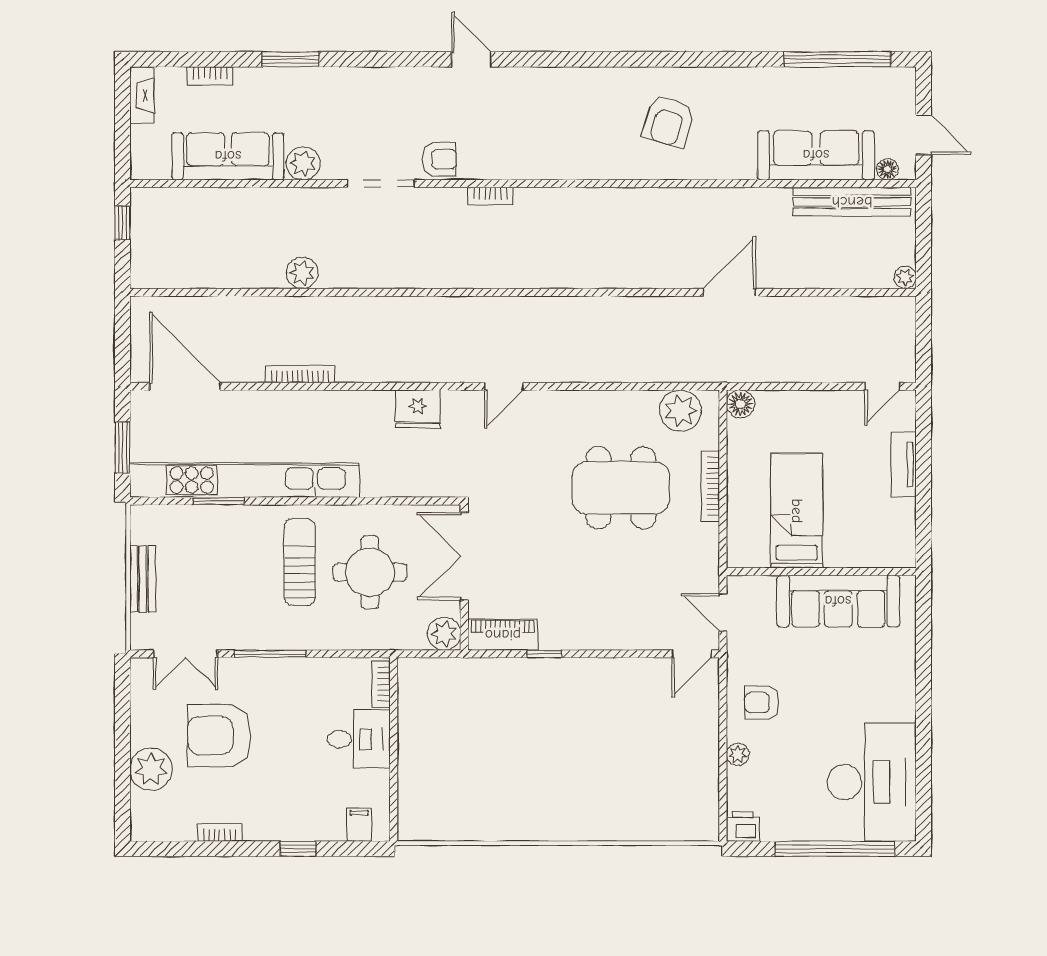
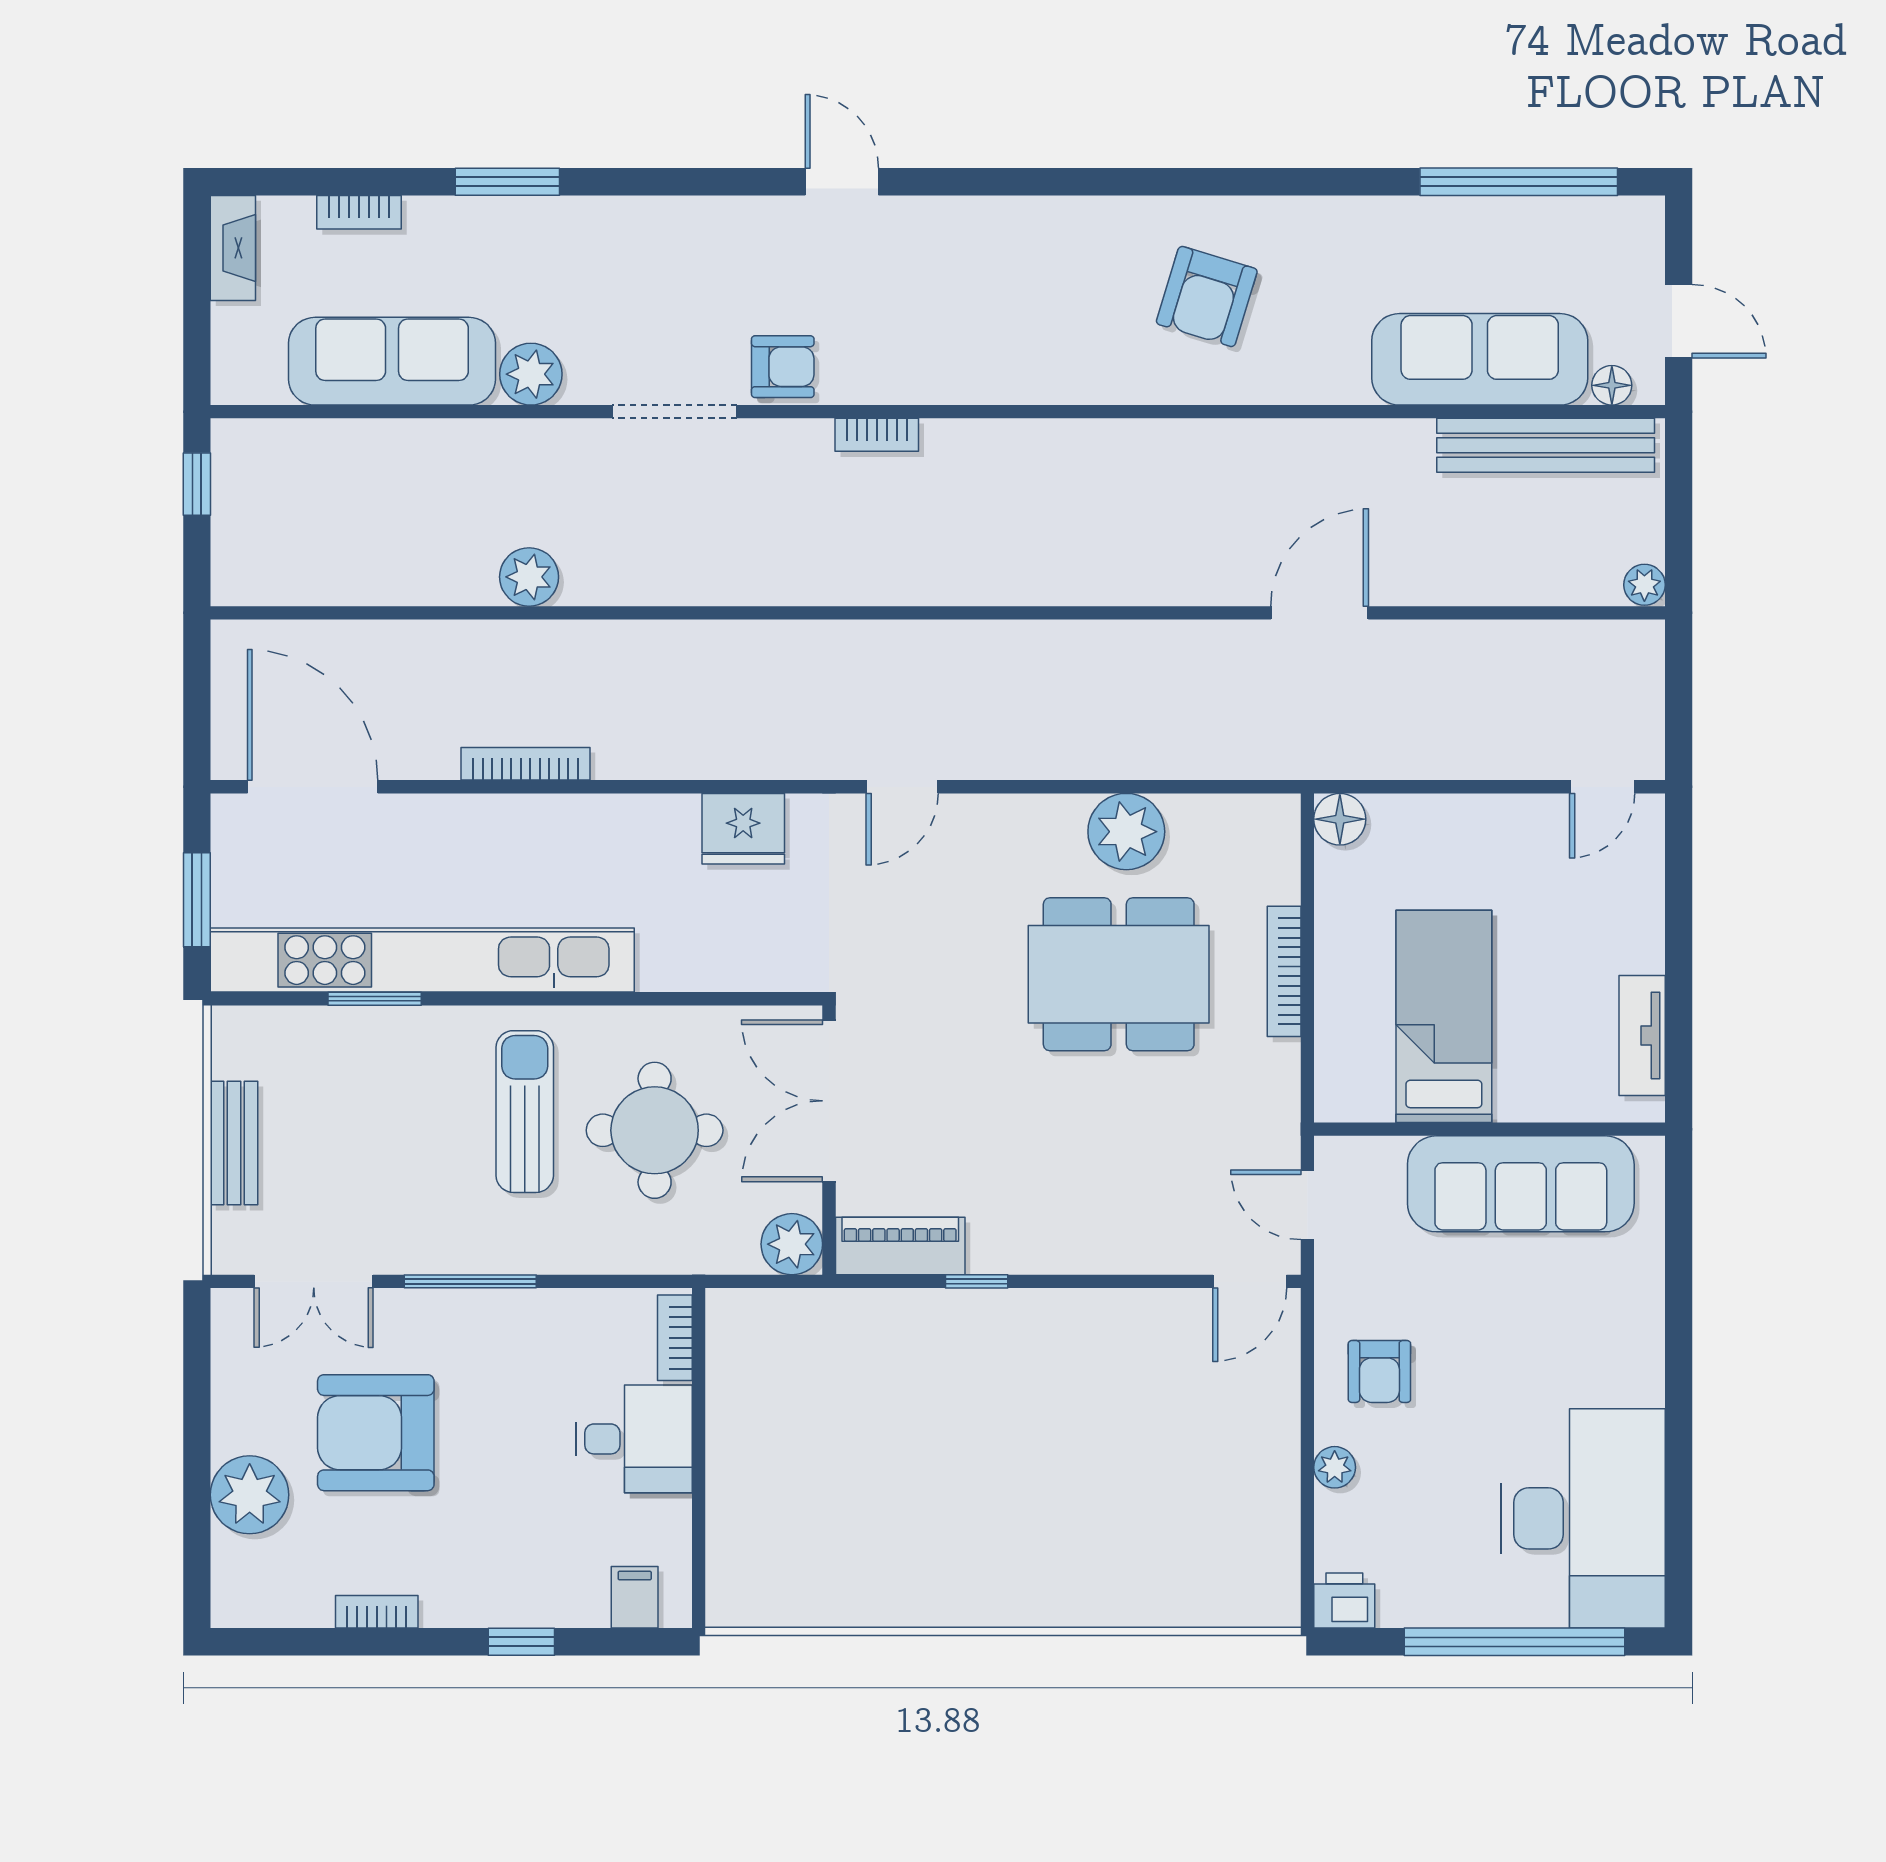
plant: (680, 411) -> (1126, 832), moved
tv unit: (904, 464) -> (1642, 1035), moved
armchair: (762, 703) -> (1379, 1371), turned -90

